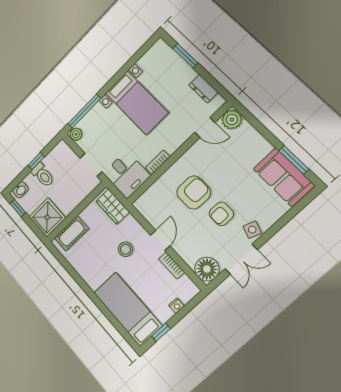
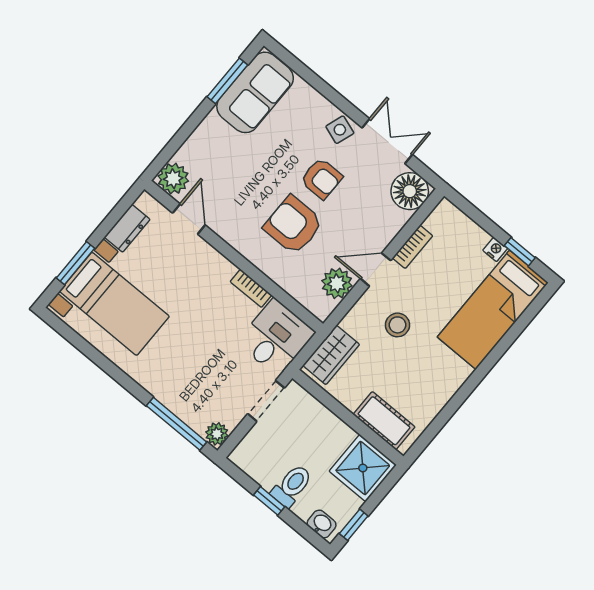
bed with nightstands: (137, 103) -> (114, 304), moved, turned 90
plant: (155, 215) -> (337, 283), added
nightstand: (176, 306) -> (495, 249), moved

